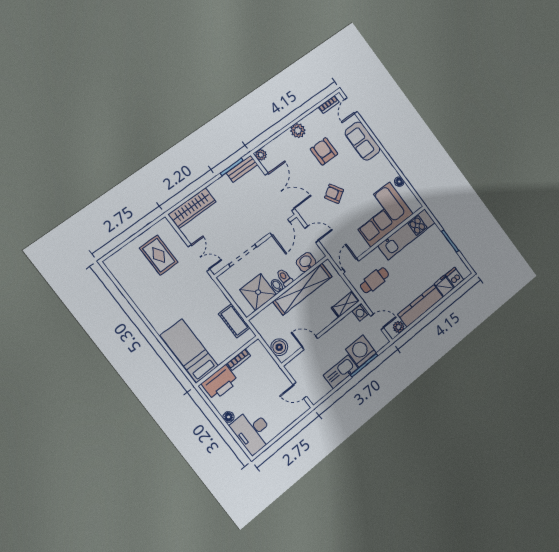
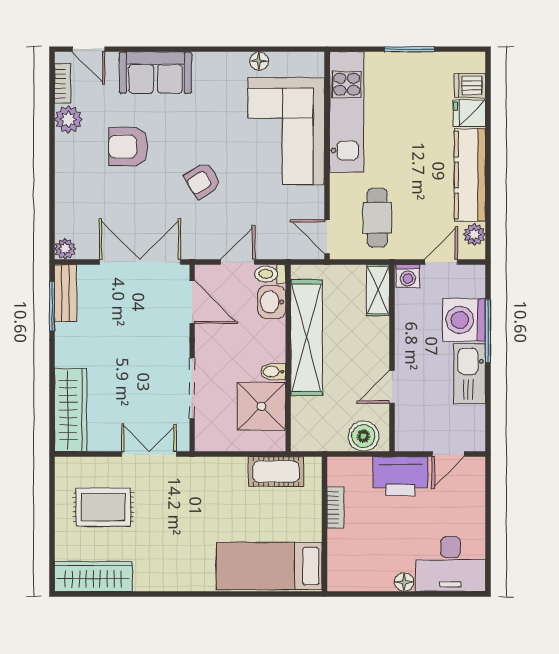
plant: (298, 131) -> (68, 119), moved
wardrobe: (123, 274) -> (93, 576), added
toilet: (285, 278) -> (270, 274), moved
printer: (220, 383) -> (400, 476), moved, turned 90

